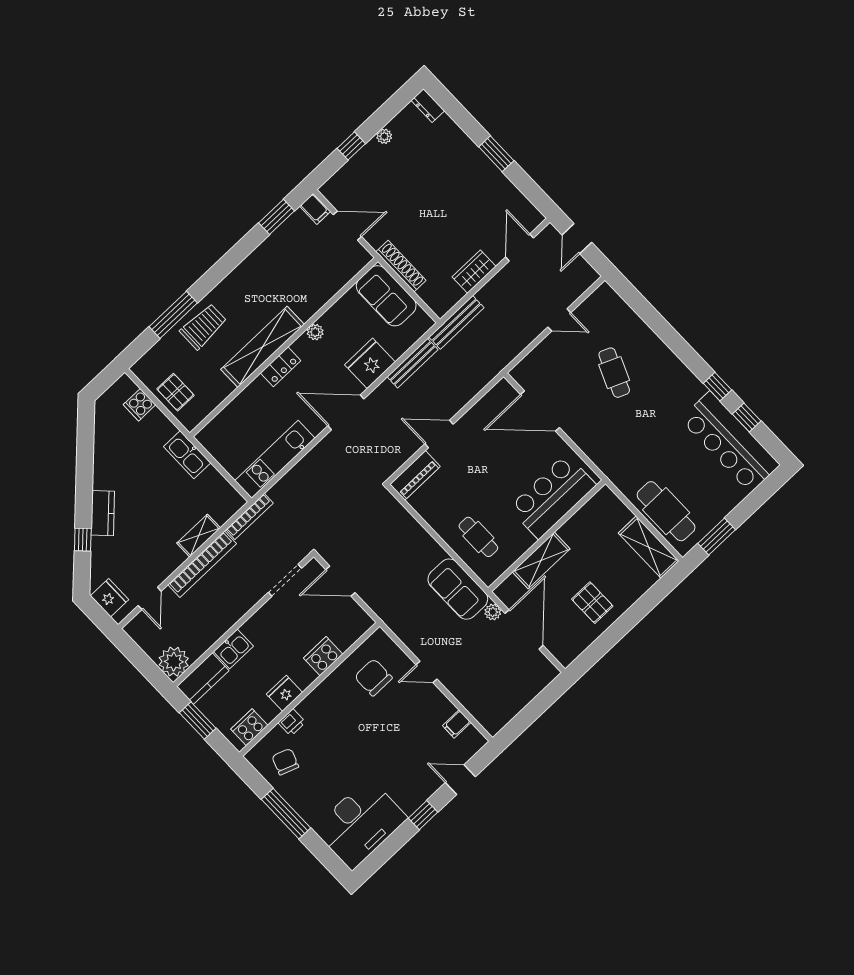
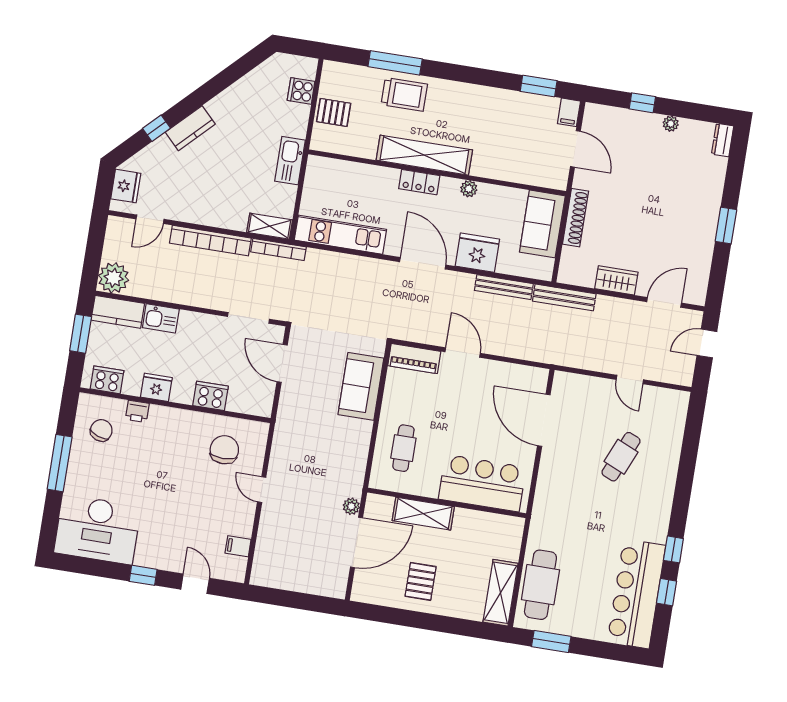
pallet: (176, 392) -> (334, 112), turned 90
shelving: (199, 536) -> (270, 226), moved
sofa: (458, 589) -> (361, 386), moved

